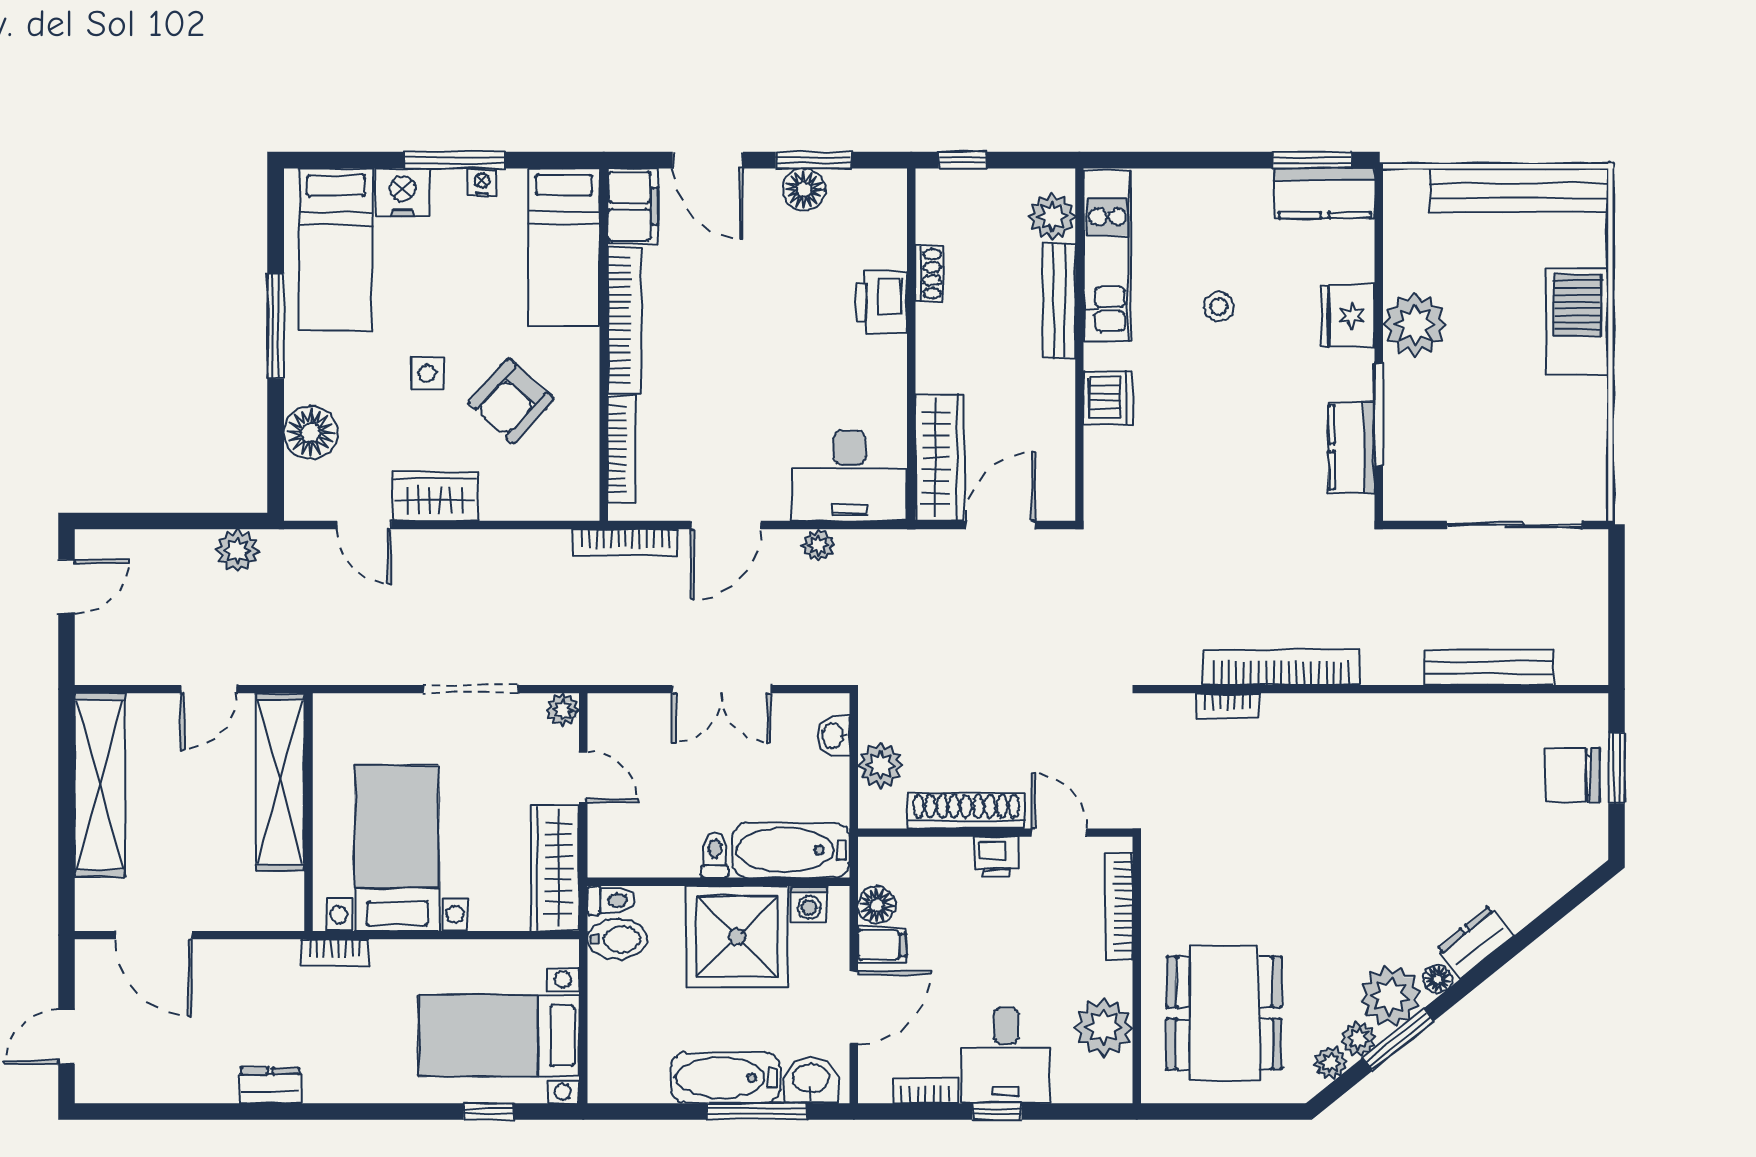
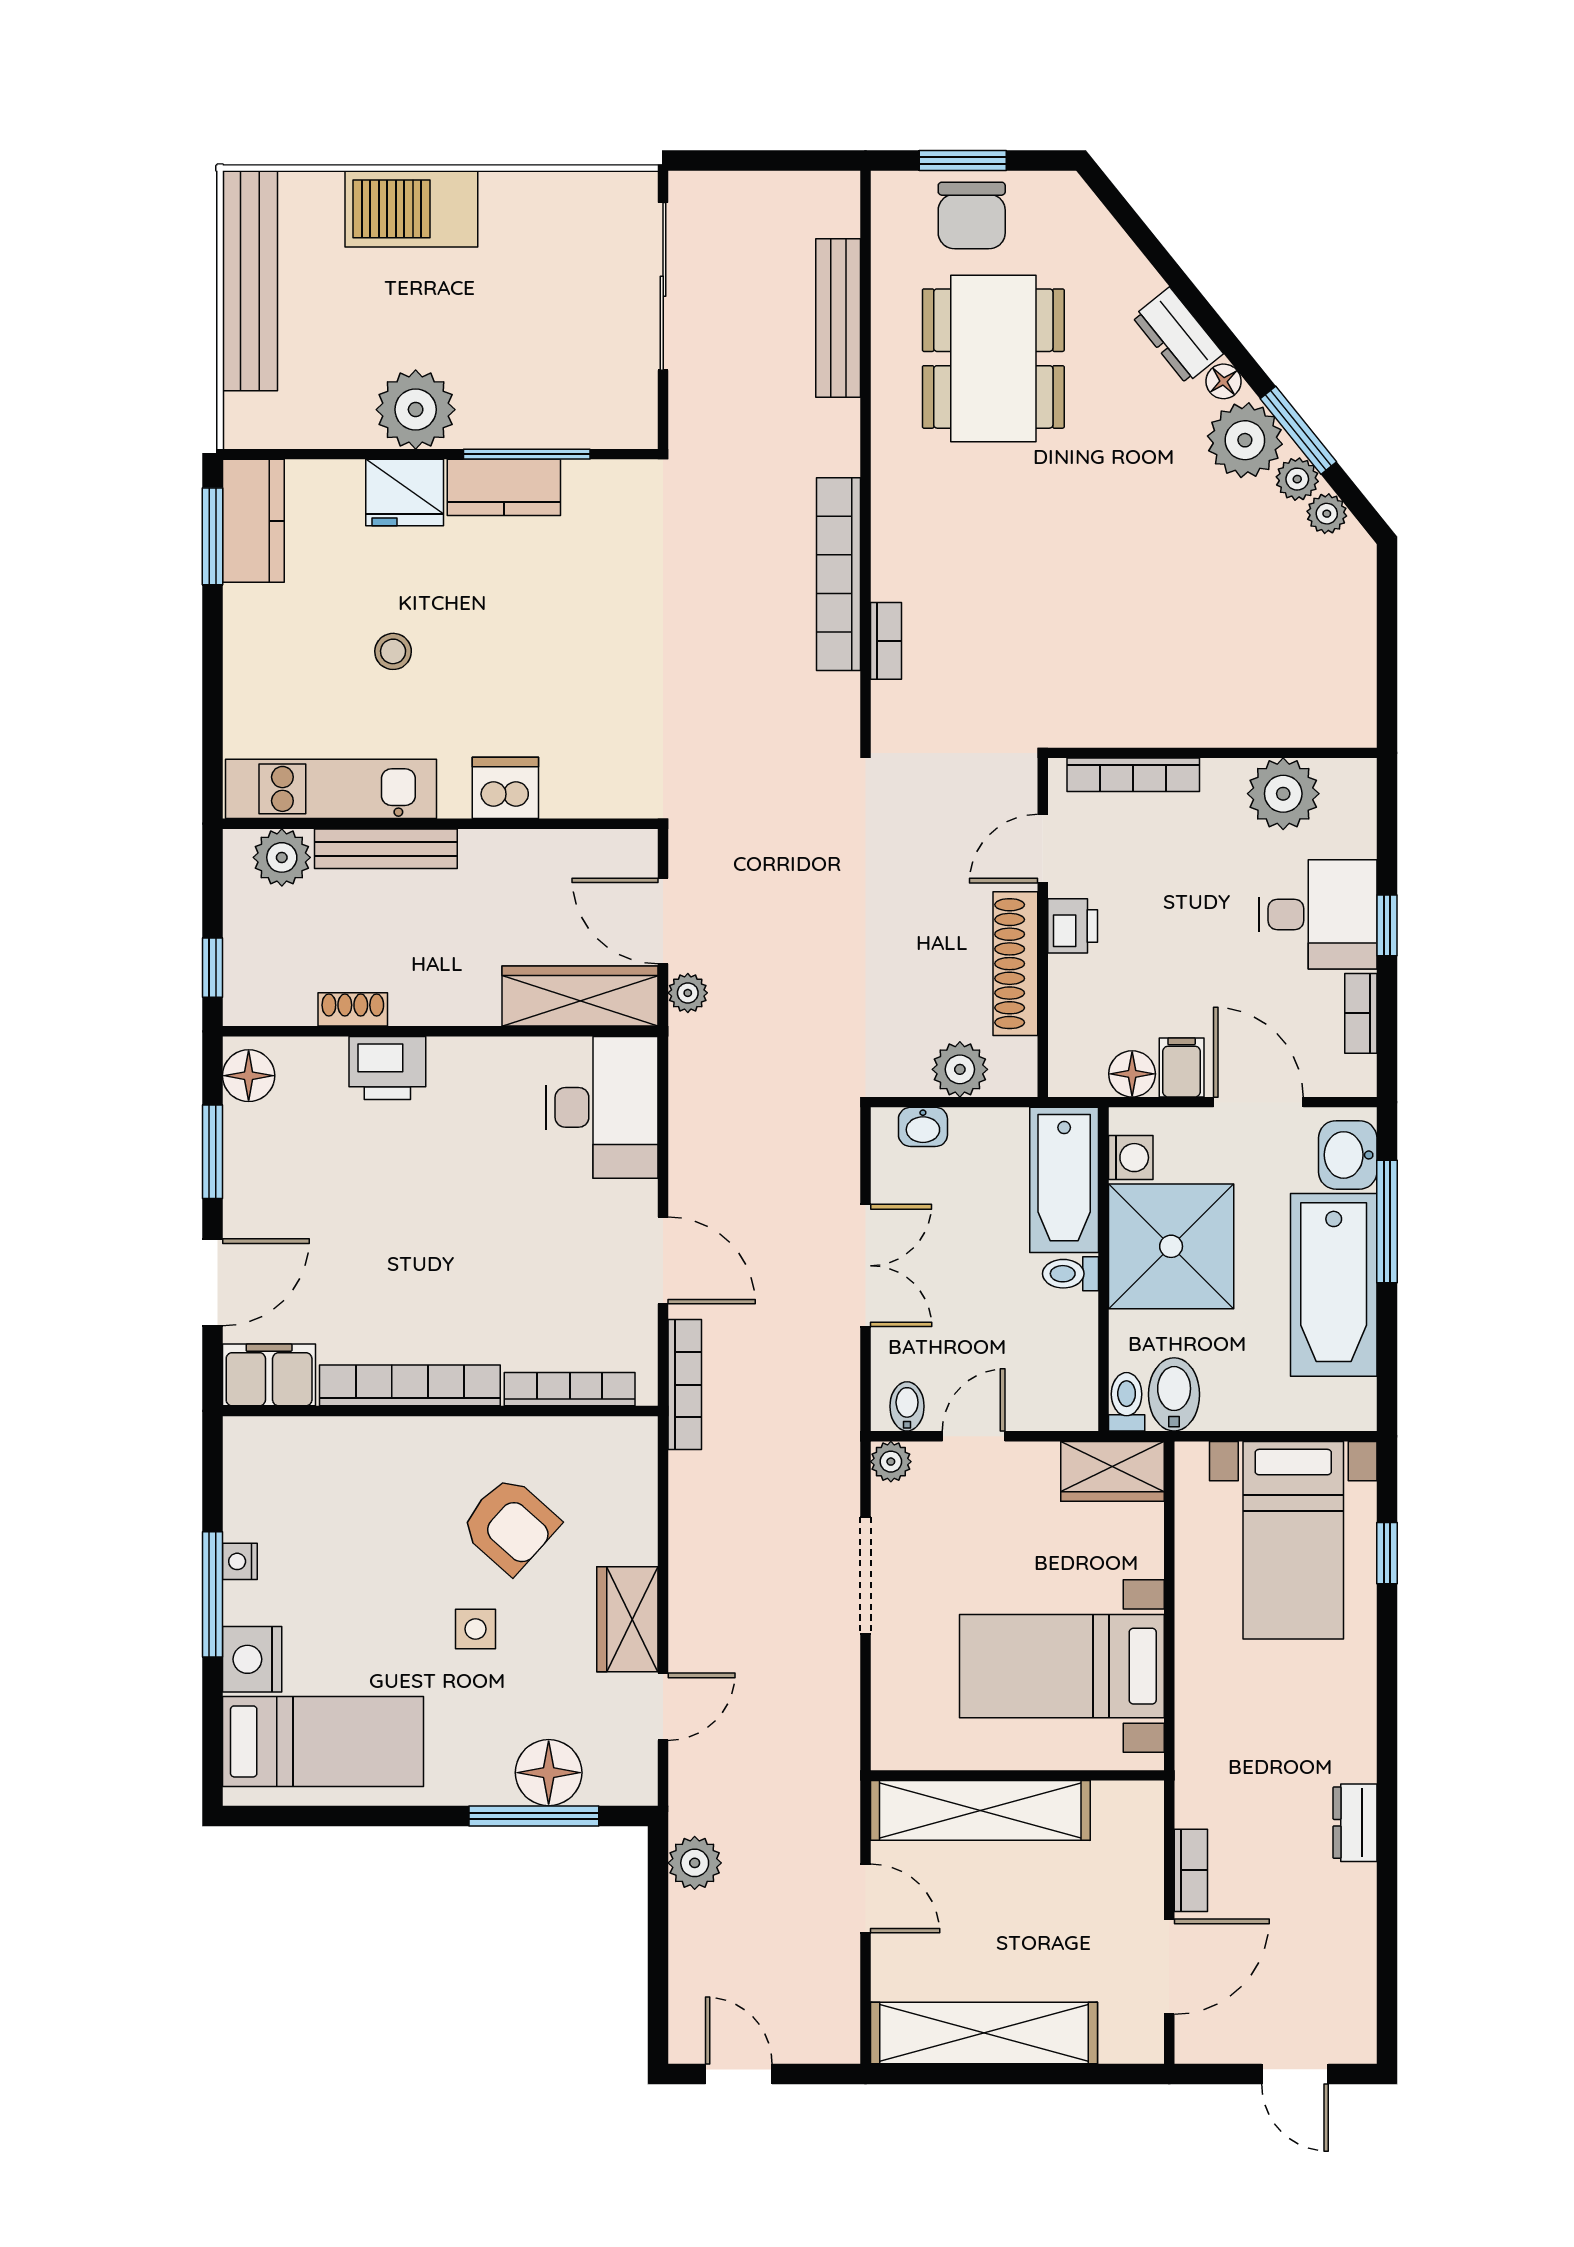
floor lamp: (804, 189) -> (249, 1076), moved
bed: (564, 247) -> (320, 1460), removed
window: (276, 326) -> (534, 1816), moved
kitchen counter: (1352, 447) -> (504, 487), moved
plant: (818, 545) -> (688, 993), moved
bidet: (607, 723) -> (907, 1406), added
wardrobe: (555, 868) -> (1113, 1471), width x0.67
bookcase: (335, 953) -> (1191, 1870), moved
dining table: (1224, 1013) -> (993, 359), moved, turned 90
bathtub: (726, 1078) -> (1334, 1285), width x1.36, depth x1.36

